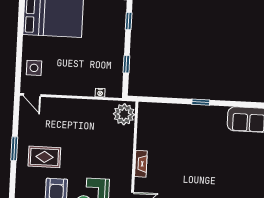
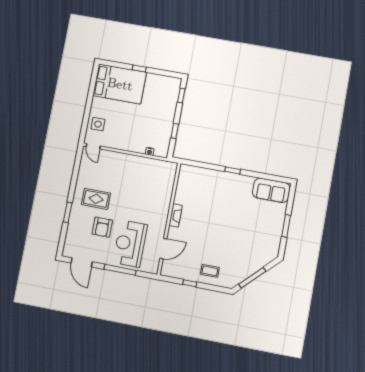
plant: (124, 114) -> (167, 172), removed
window: (14, 149) -> (68, 212), moved

